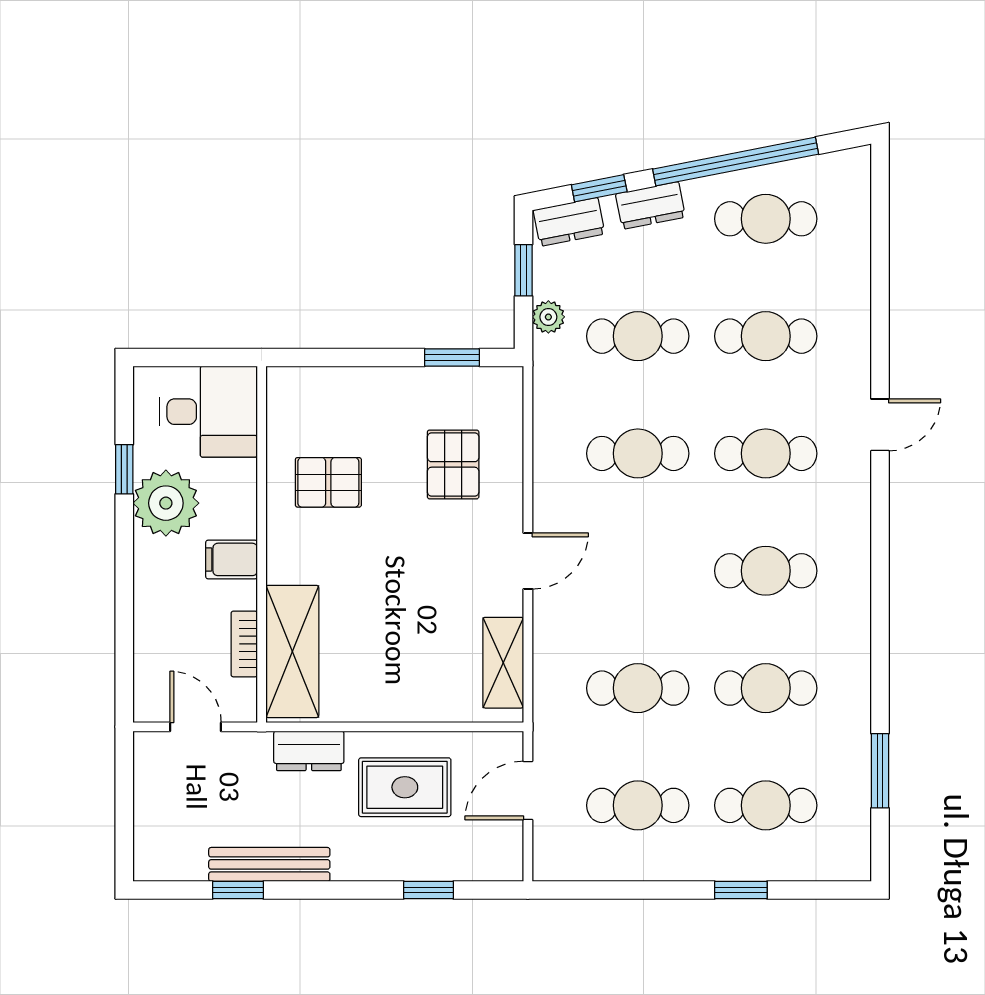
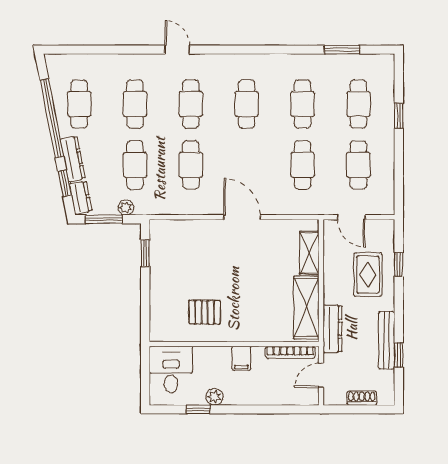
dresser: (650, 205) -> (73, 159), width x1.44
window: (524, 270) -> (104, 219), width x1.50
pallet: (453, 464) -> (196, 253), removed
pallet: (328, 482) -> (205, 312), turned 90
plant: (166, 503) -> (214, 397), width x0.53, depth x0.53
door: (528, 561) -> (242, 217), width x1.38
bookcase: (244, 644) -> (290, 352), width x1.56
shelving: (292, 651) -> (306, 307), moved, turned 90
shelving: (503, 663) -> (309, 253), moved, turned 90
dresser: (309, 751) -> (332, 329), width x1.44
rug: (405, 787) -> (368, 275), moved
shoe rack: (148, 812) -> (362, 398), added

